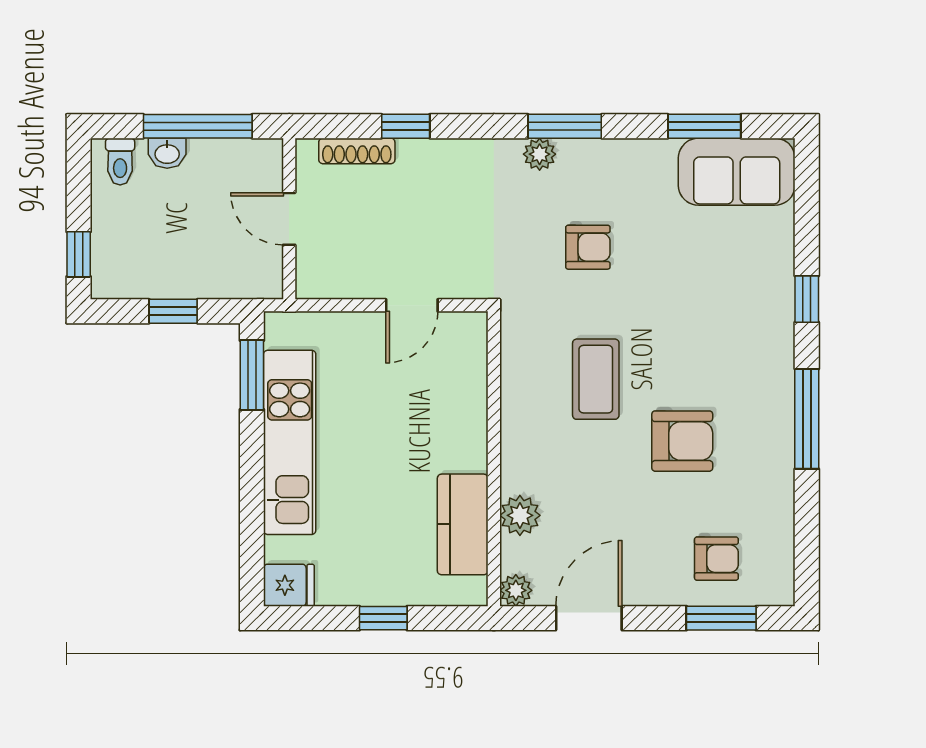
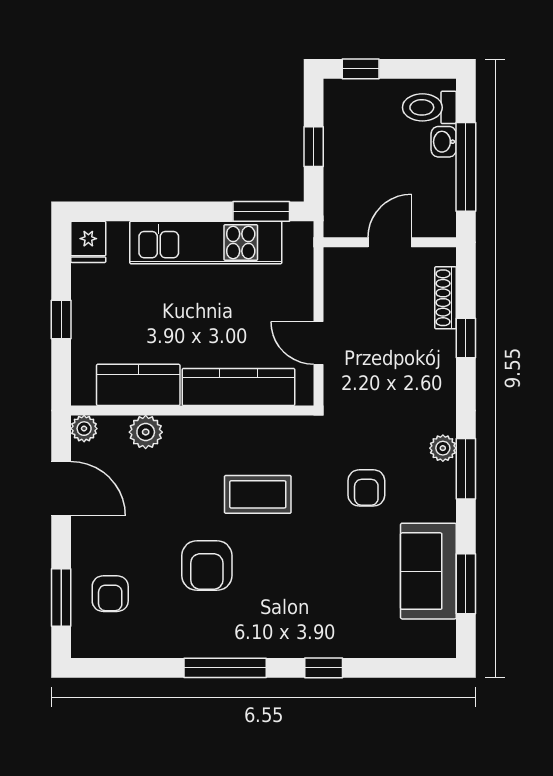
toilet: (120, 162) -> (429, 107), width x1.37, depth x1.39
sofa: (737, 172) -> (428, 571), moved
kitchen counter: (465, 403) -> (238, 387), added

